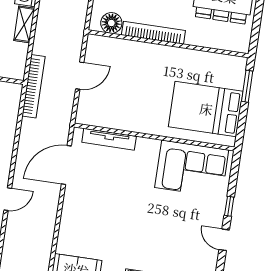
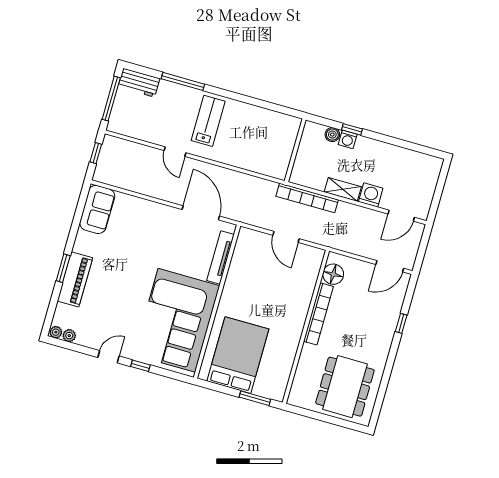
bookcase: (33, 86) -> (307, 198), moved
corner sofa: (192, 169) -> (177, 320), width x1.36, depth x1.36

